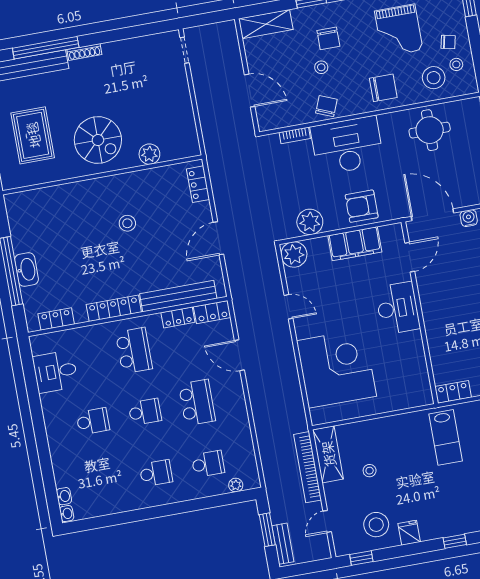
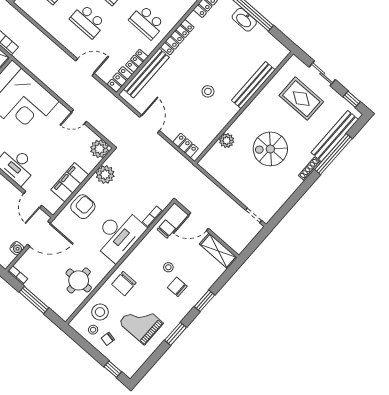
shelving: (266, 24) -> (218, 251), moved, turned 90
chair: (326, 106) -> (166, 229), moved, turned -112
spiral stairs: (98, 140) -> (270, 149), moved
bench: (73, 191) -> (253, 85), added

